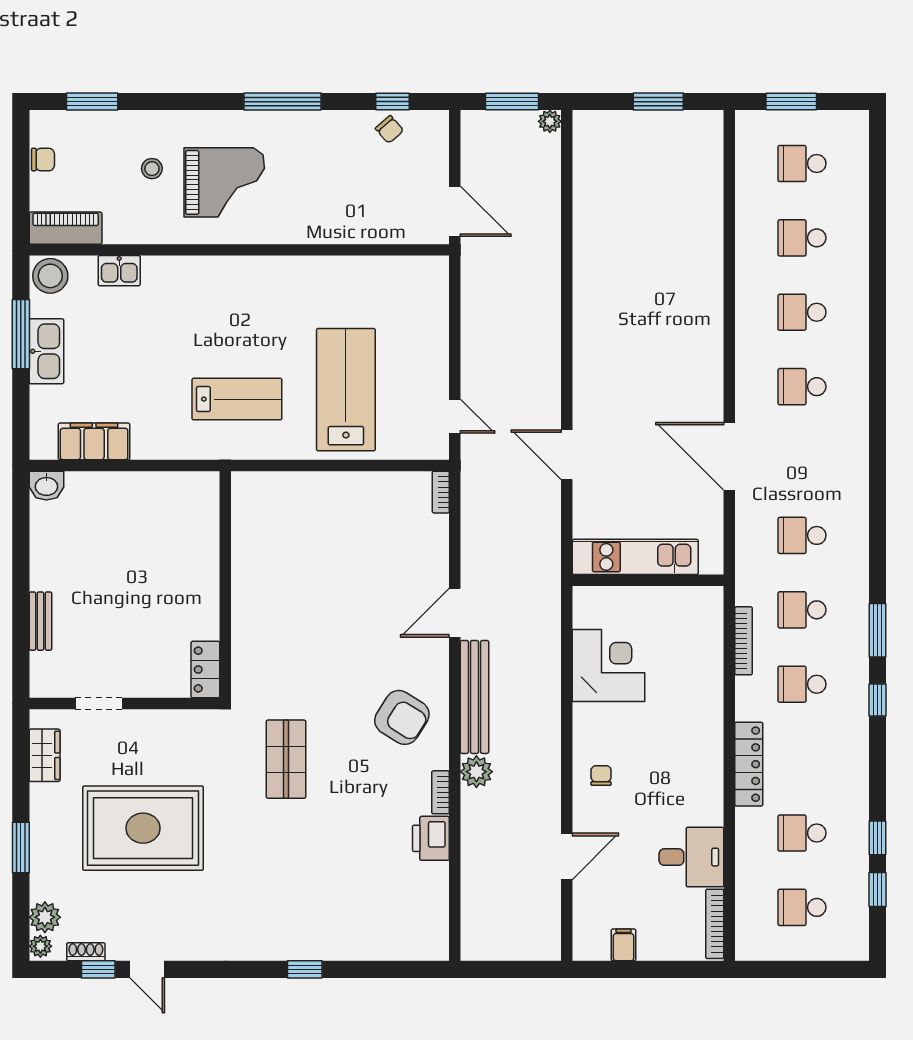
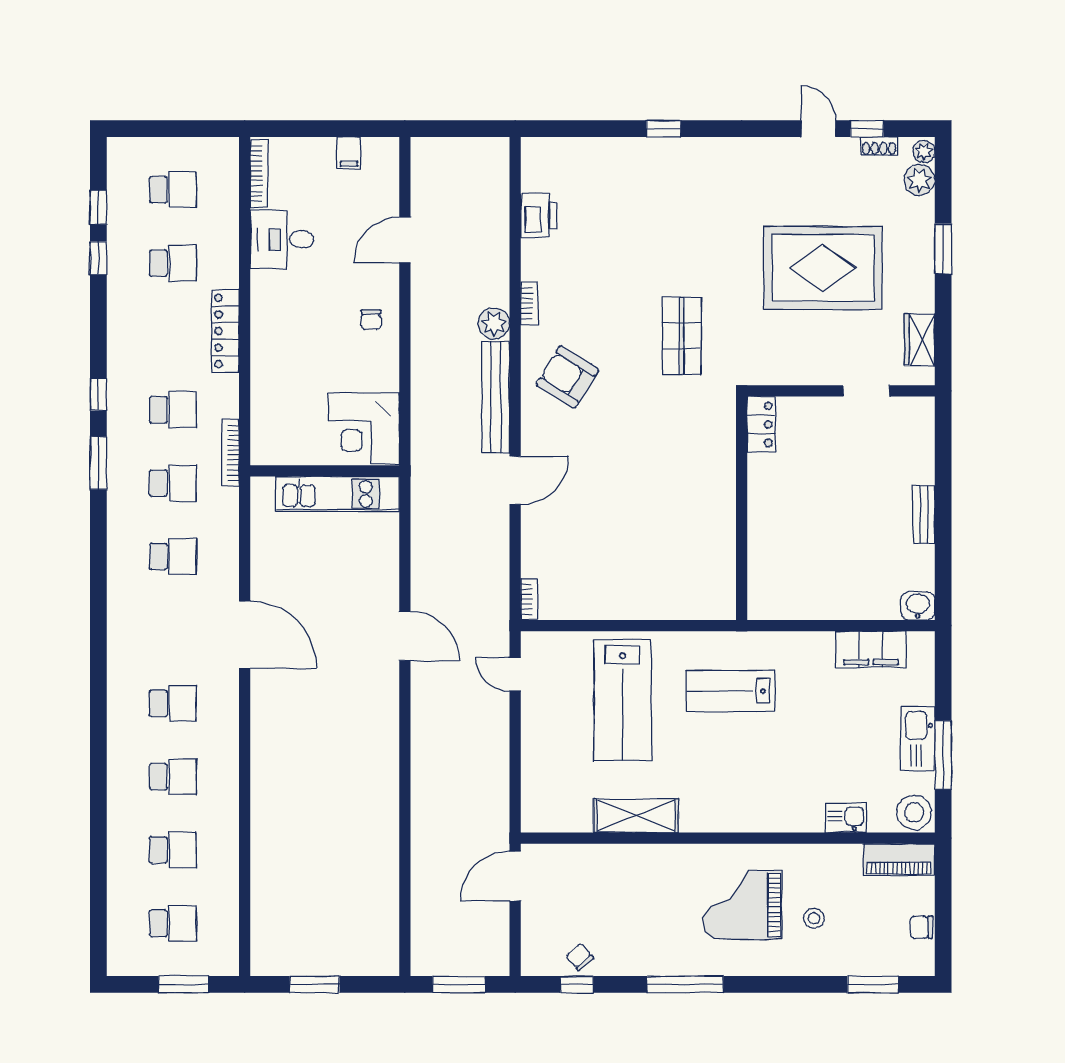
plant: (550, 121) -> (422, 965), removed
door: (455, 211) -> (515, 876), hinge flipped
shelving: (332, 273) -> (636, 816), added
kitchen unit: (635, 557) -> (337, 494), moved
wall: (648, 580) -> (325, 471), moved
bench: (40, 621) -> (924, 514), moved
printer: (431, 838) -> (539, 216), moved

